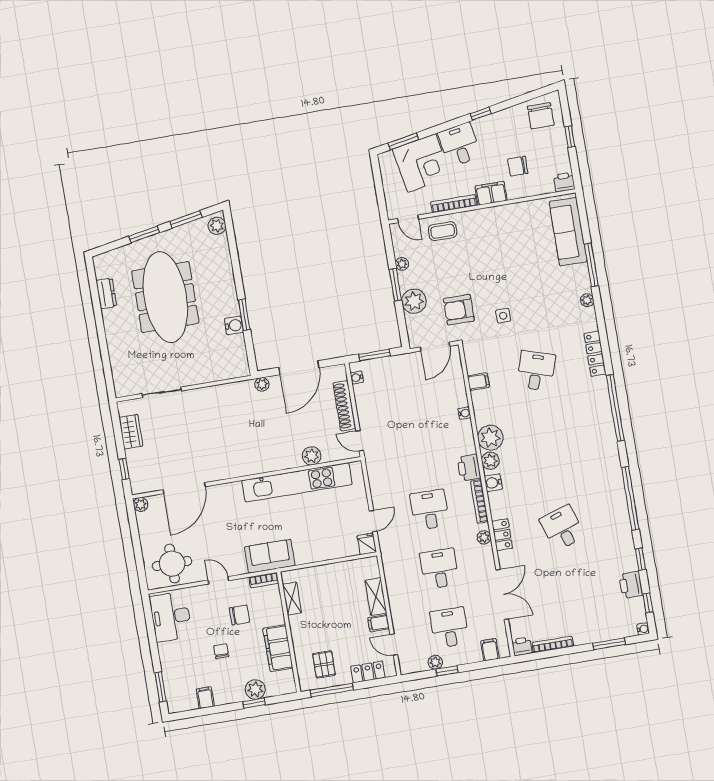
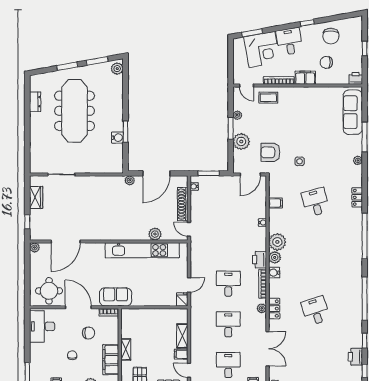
chair: (541, 116) -> (331, 36), moved
locker: (595, 354) -> (357, 197), width x0.66
desk: (536, 371) -> (315, 202), turned -33
door: (218, 580) -> (78, 307), width x1.88
shelving: (292, 599) -> (126, 349), moved

